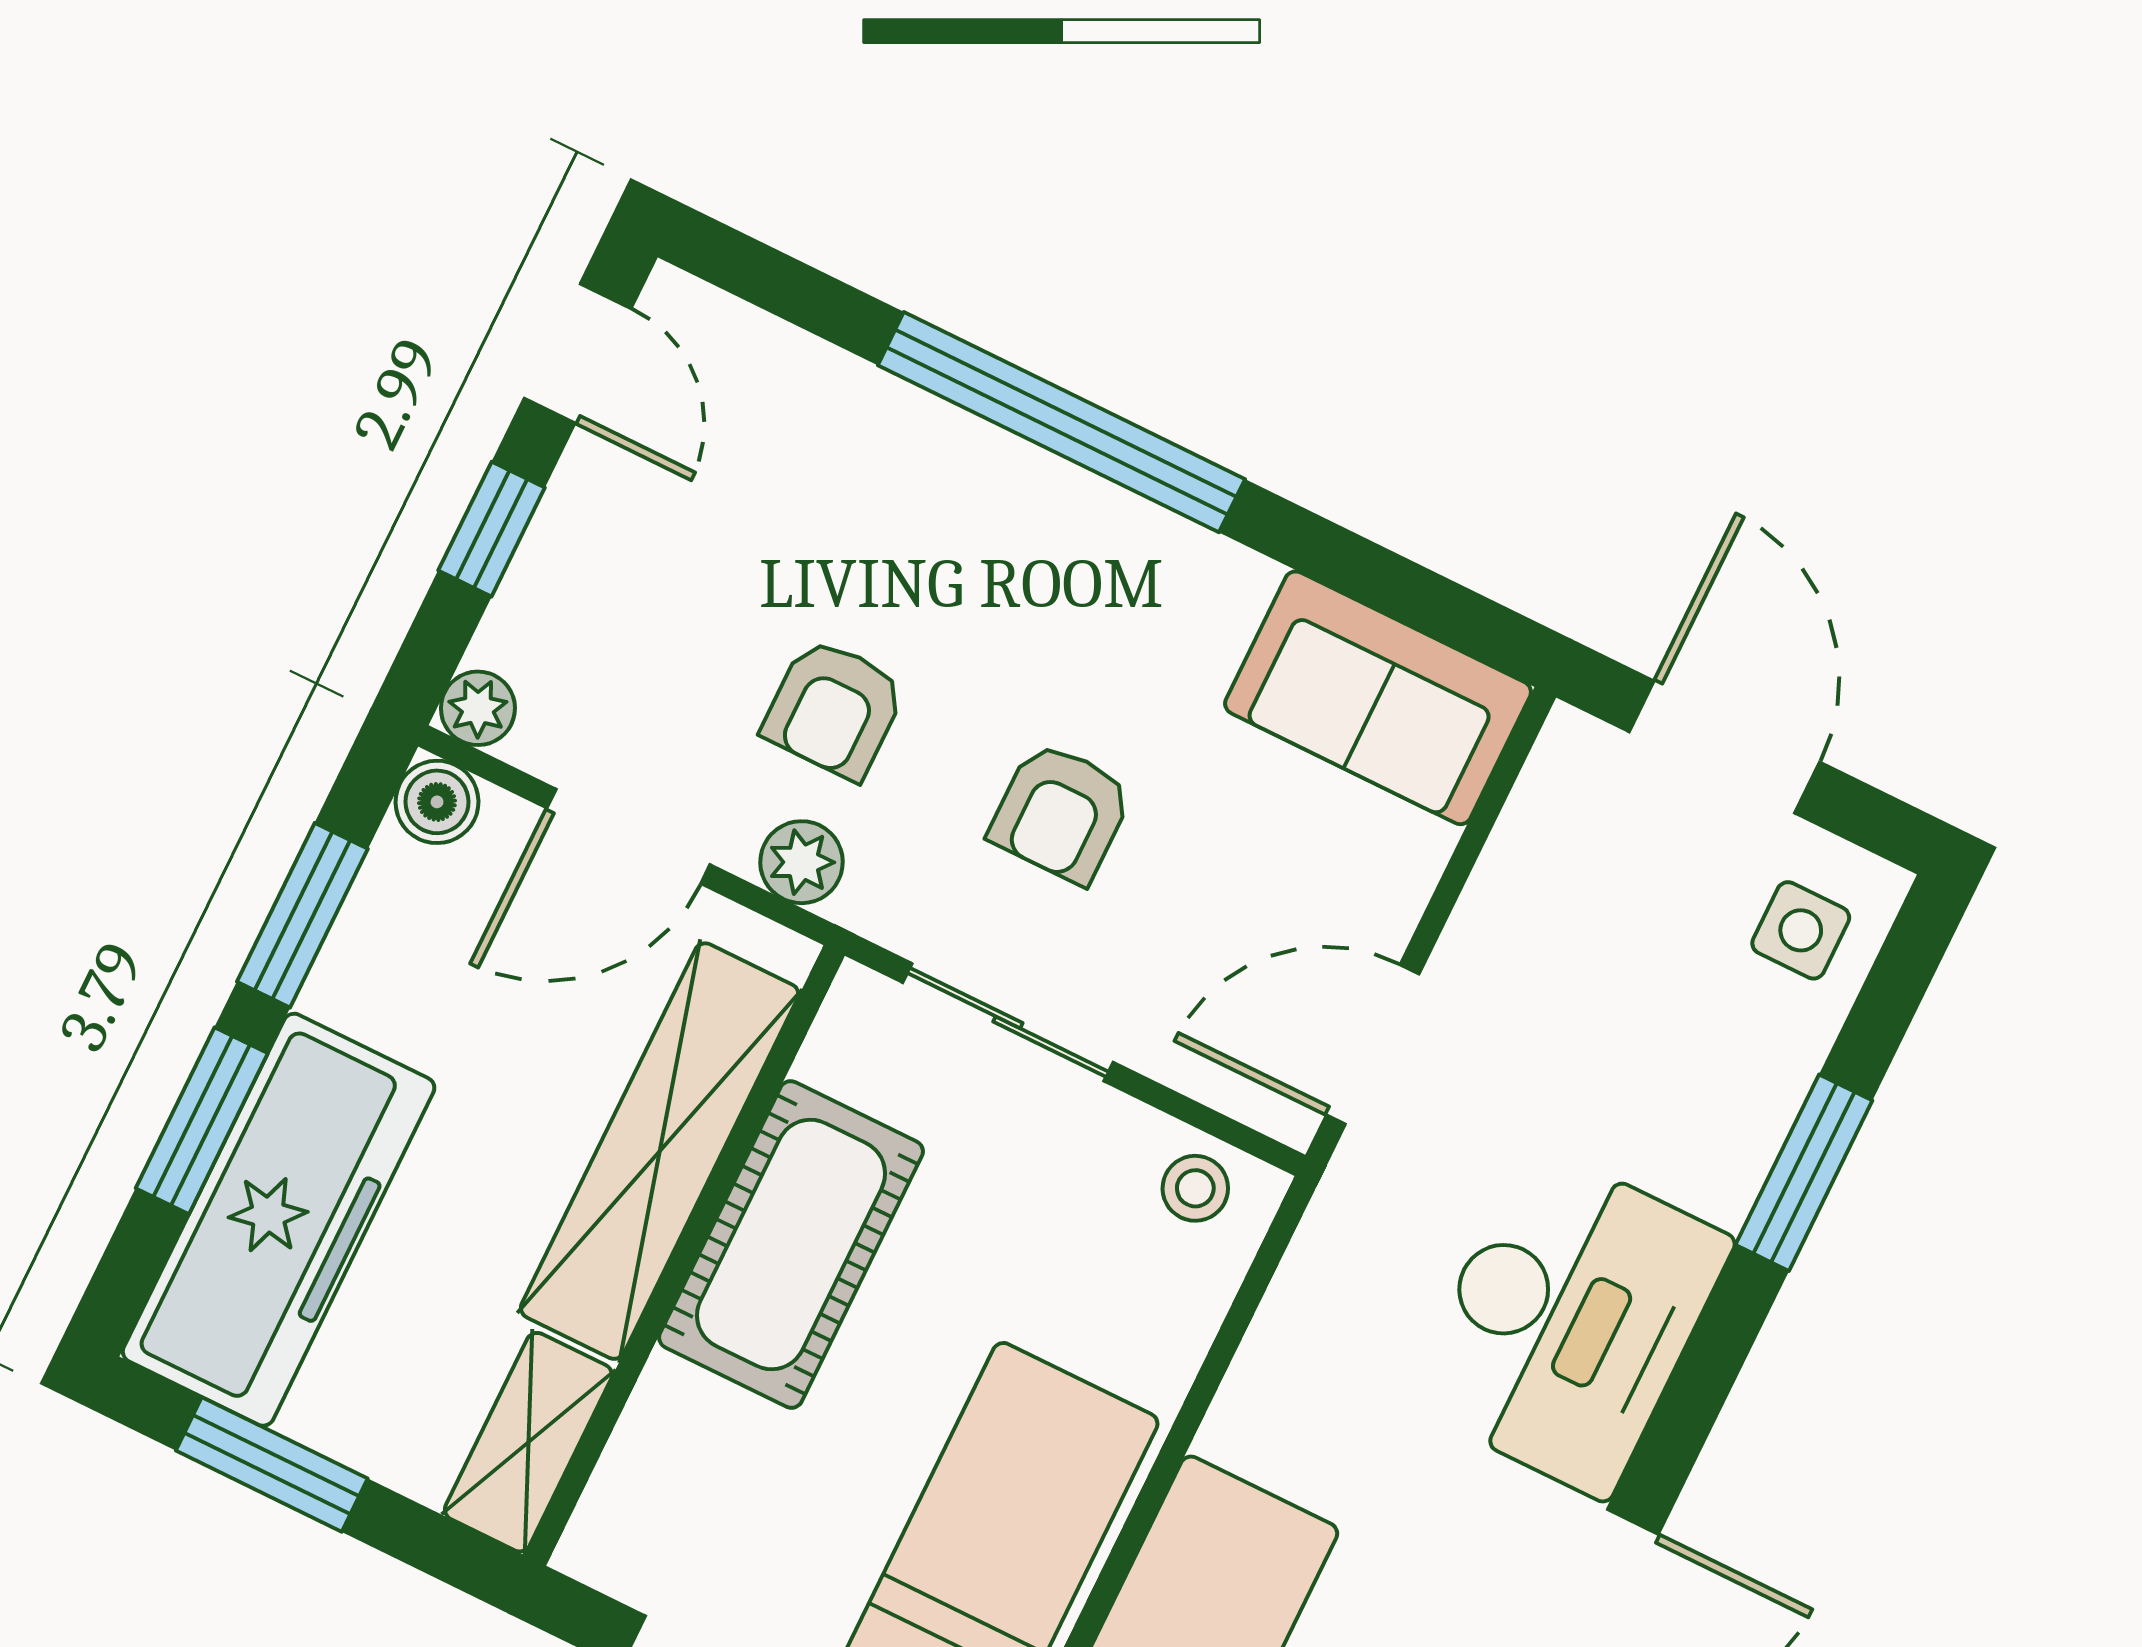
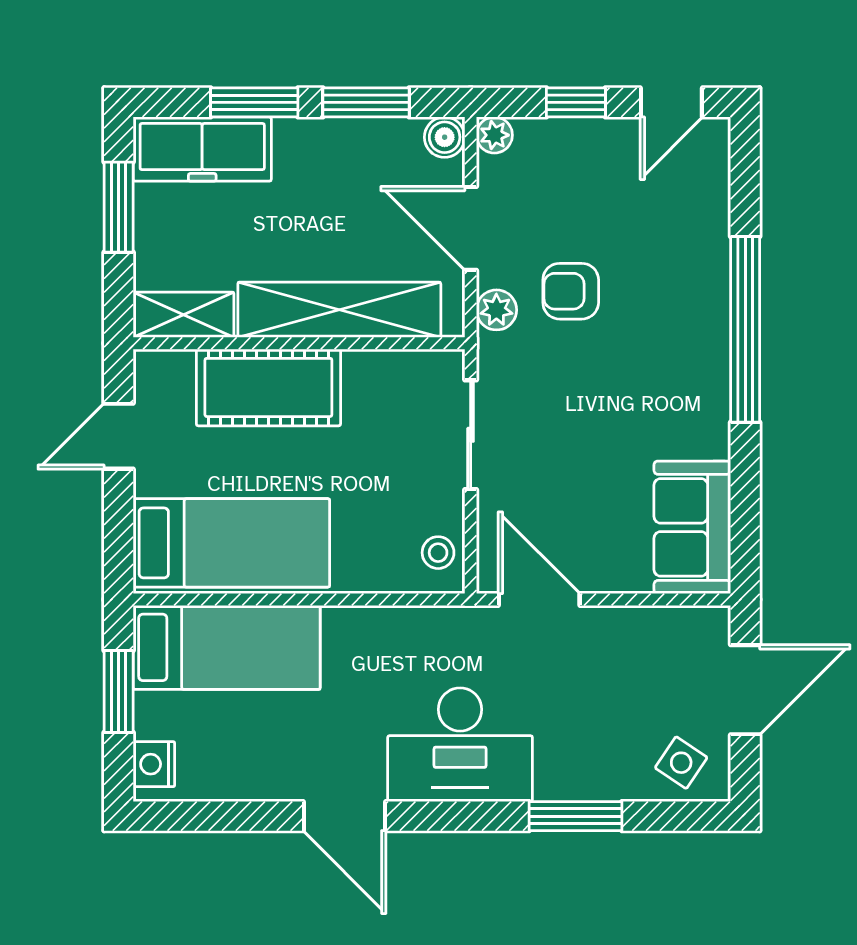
armchair: (1061, 813) -> (574, 413), removed
side table: (1801, 930) -> (681, 763), turned 34
freezer: (279, 1220) -> (202, 149), width x0.73, depth x0.79
cot: (791, 1245) -> (268, 387), moved

